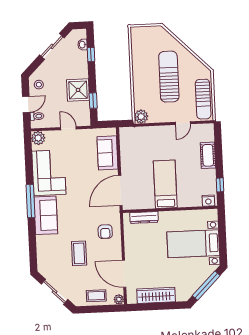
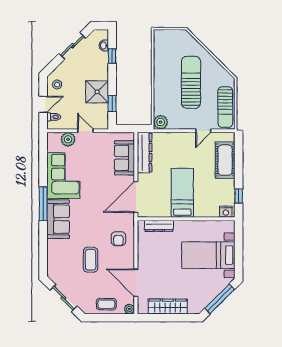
plant: (38, 138) -> (68, 139), moved
dresser: (127, 147) -> (145, 153), added
cot: (208, 155) -> (225, 160), width x1.37, depth x1.34

